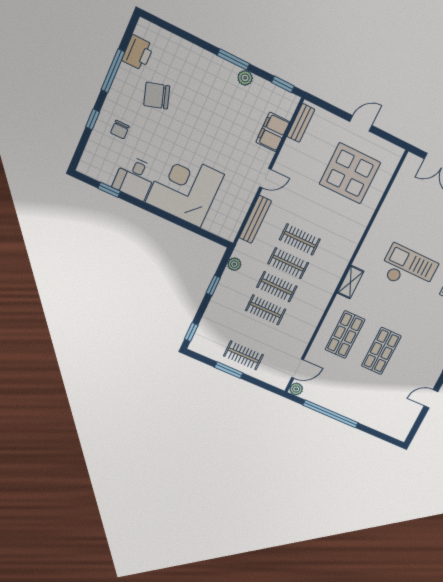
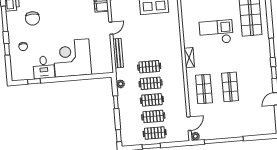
chair: (157, 96) -> (32, 18), turned -73
clothes rail: (300, 239) -> (153, 116), moved

